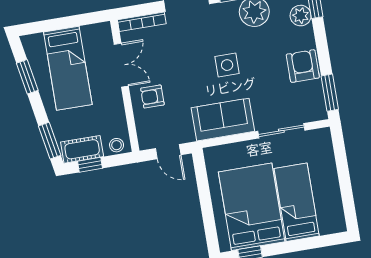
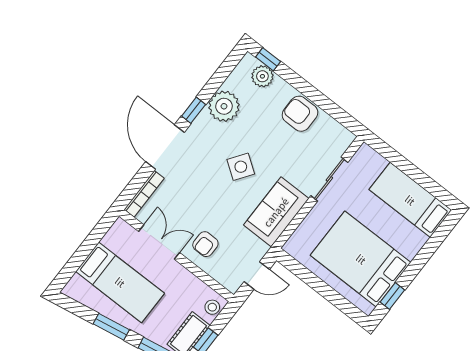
side table: (227, 65) -> (241, 167), turned 35
window: (27, 77) -> (111, 327), moved
window: (330, 93) -> (340, 115), removed
bed: (297, 202) -> (410, 200), moved

